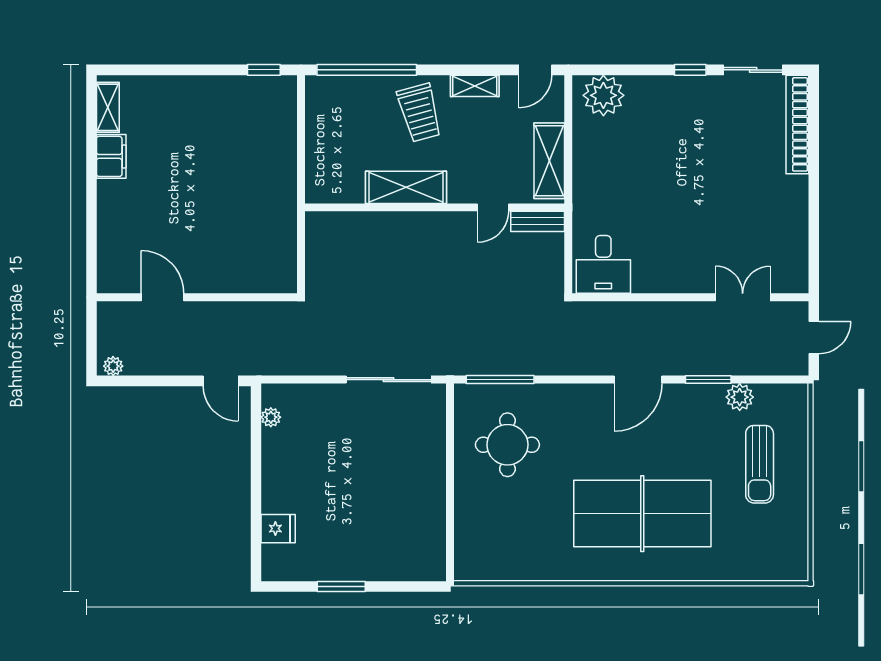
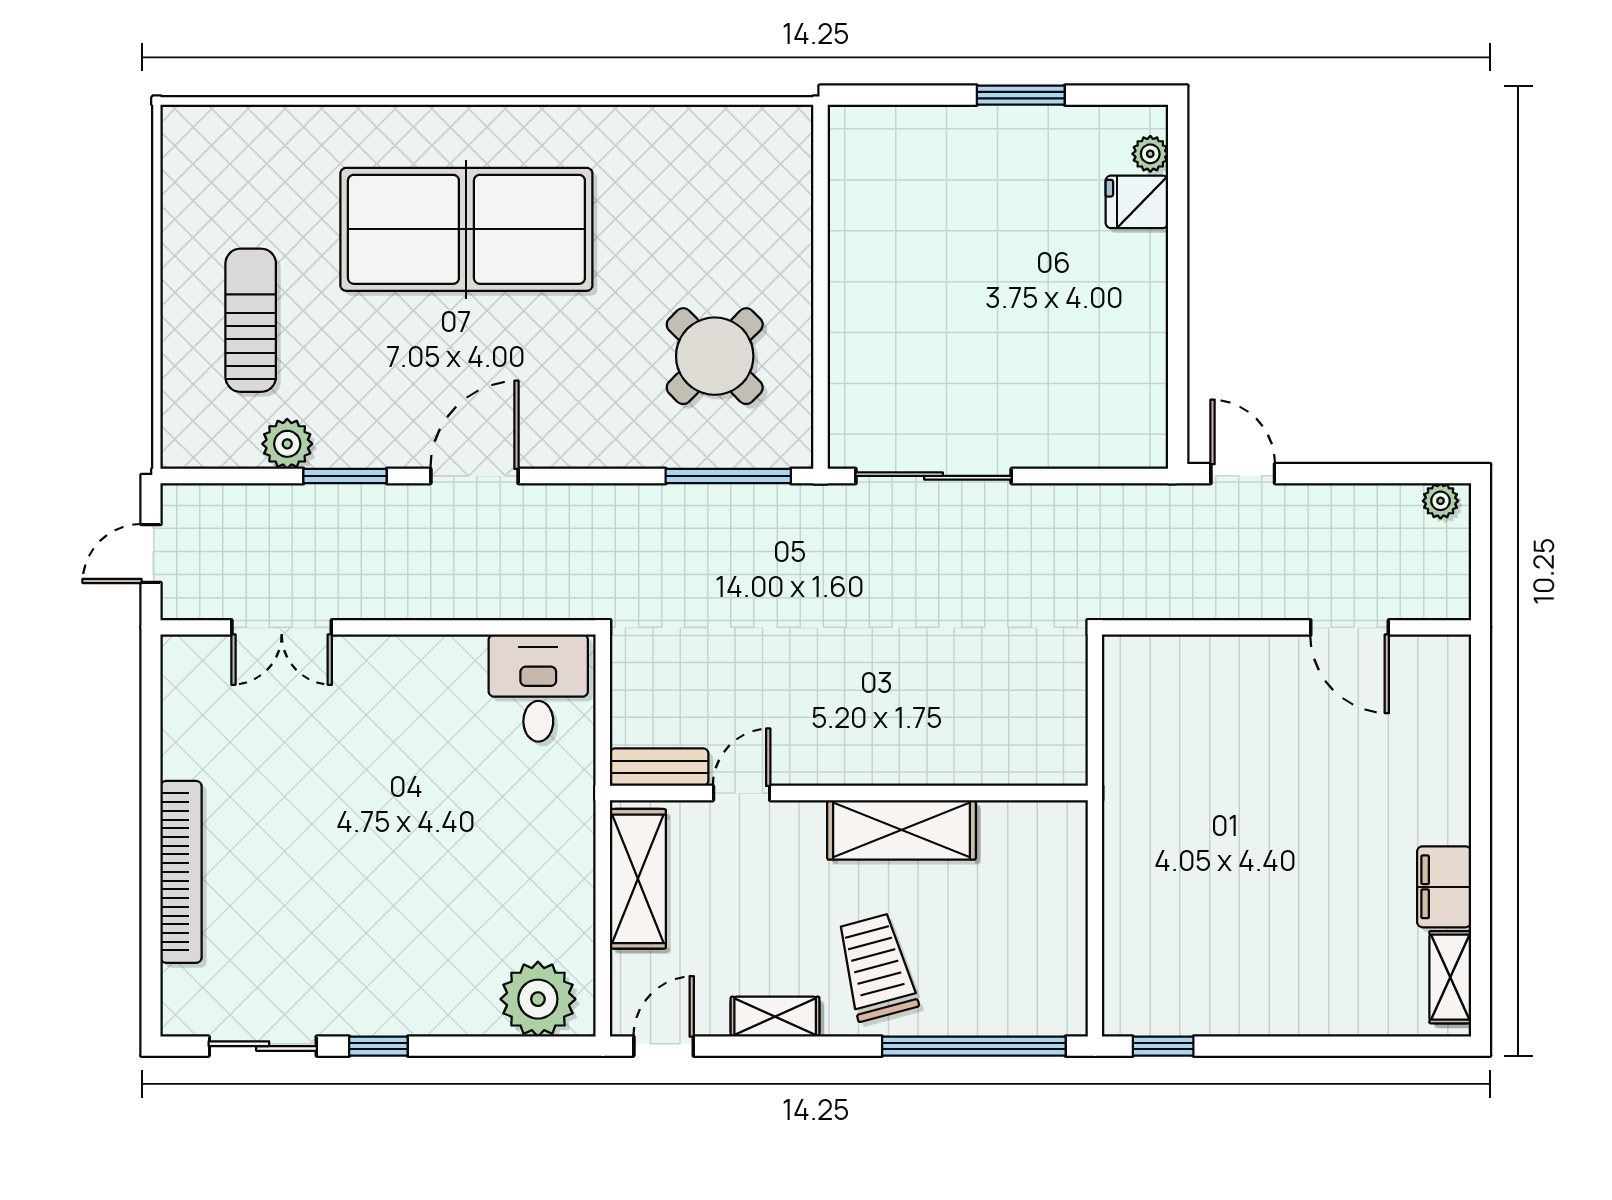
bookcase: (797, 124) -> (181, 872), moved
plant: (271, 417) -> (1150, 154), moved
round table: (507, 445) -> (715, 356), turned 45

